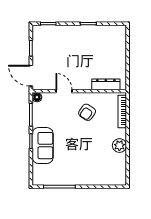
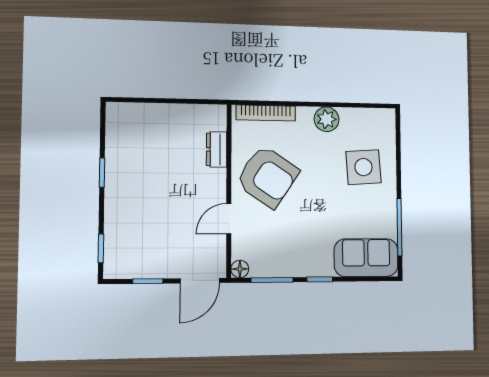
dresser: (106, 84) -> (217, 149), width x0.70
armchair: (87, 112) -> (267, 177), width x1.88, depth x1.88
sofa: (43, 146) -> (366, 258), moved
side table: (93, 166) -> (363, 167), added

